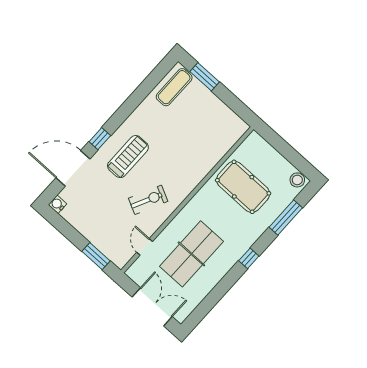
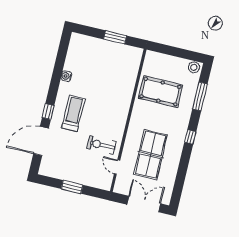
window: (205, 77) -> (115, 37), moved
exercise mat: (174, 87) -> (79, 51), removed
exercise bike: (148, 200) -> (101, 145), moved, turned -116
water cooler: (57, 204) -> (66, 76), moved
window: (96, 256) -> (72, 187), moved

